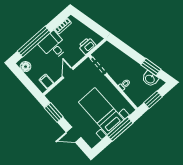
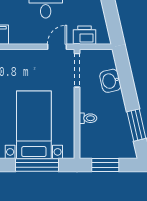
door: (68, 73) -> (57, 47), moved
washbasin: (150, 79) -> (110, 81), moved

